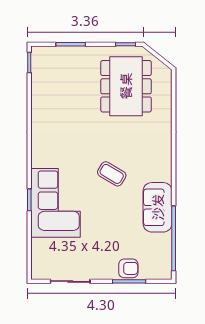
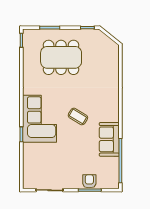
dining table: (126, 86) -> (61, 57), moved, turned 90
corner sofa: (56, 203) -> (39, 119), moved
armchair: (128, 268) -> (89, 181), turned -90

